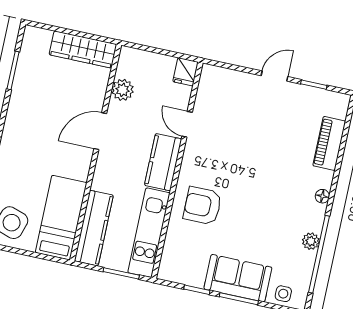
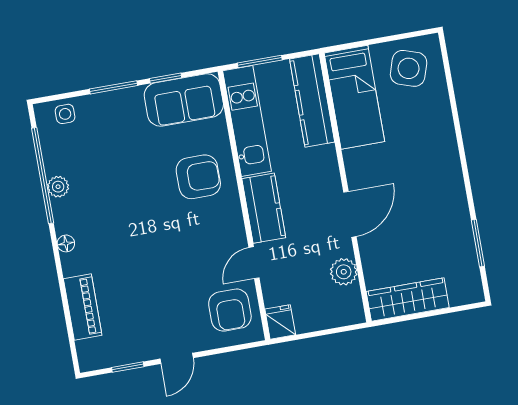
armchair: (220, 96) -> (230, 310), added
door: (187, 124) -> (254, 263), swing flipped
sofa: (238, 278) -> (184, 100), moved

